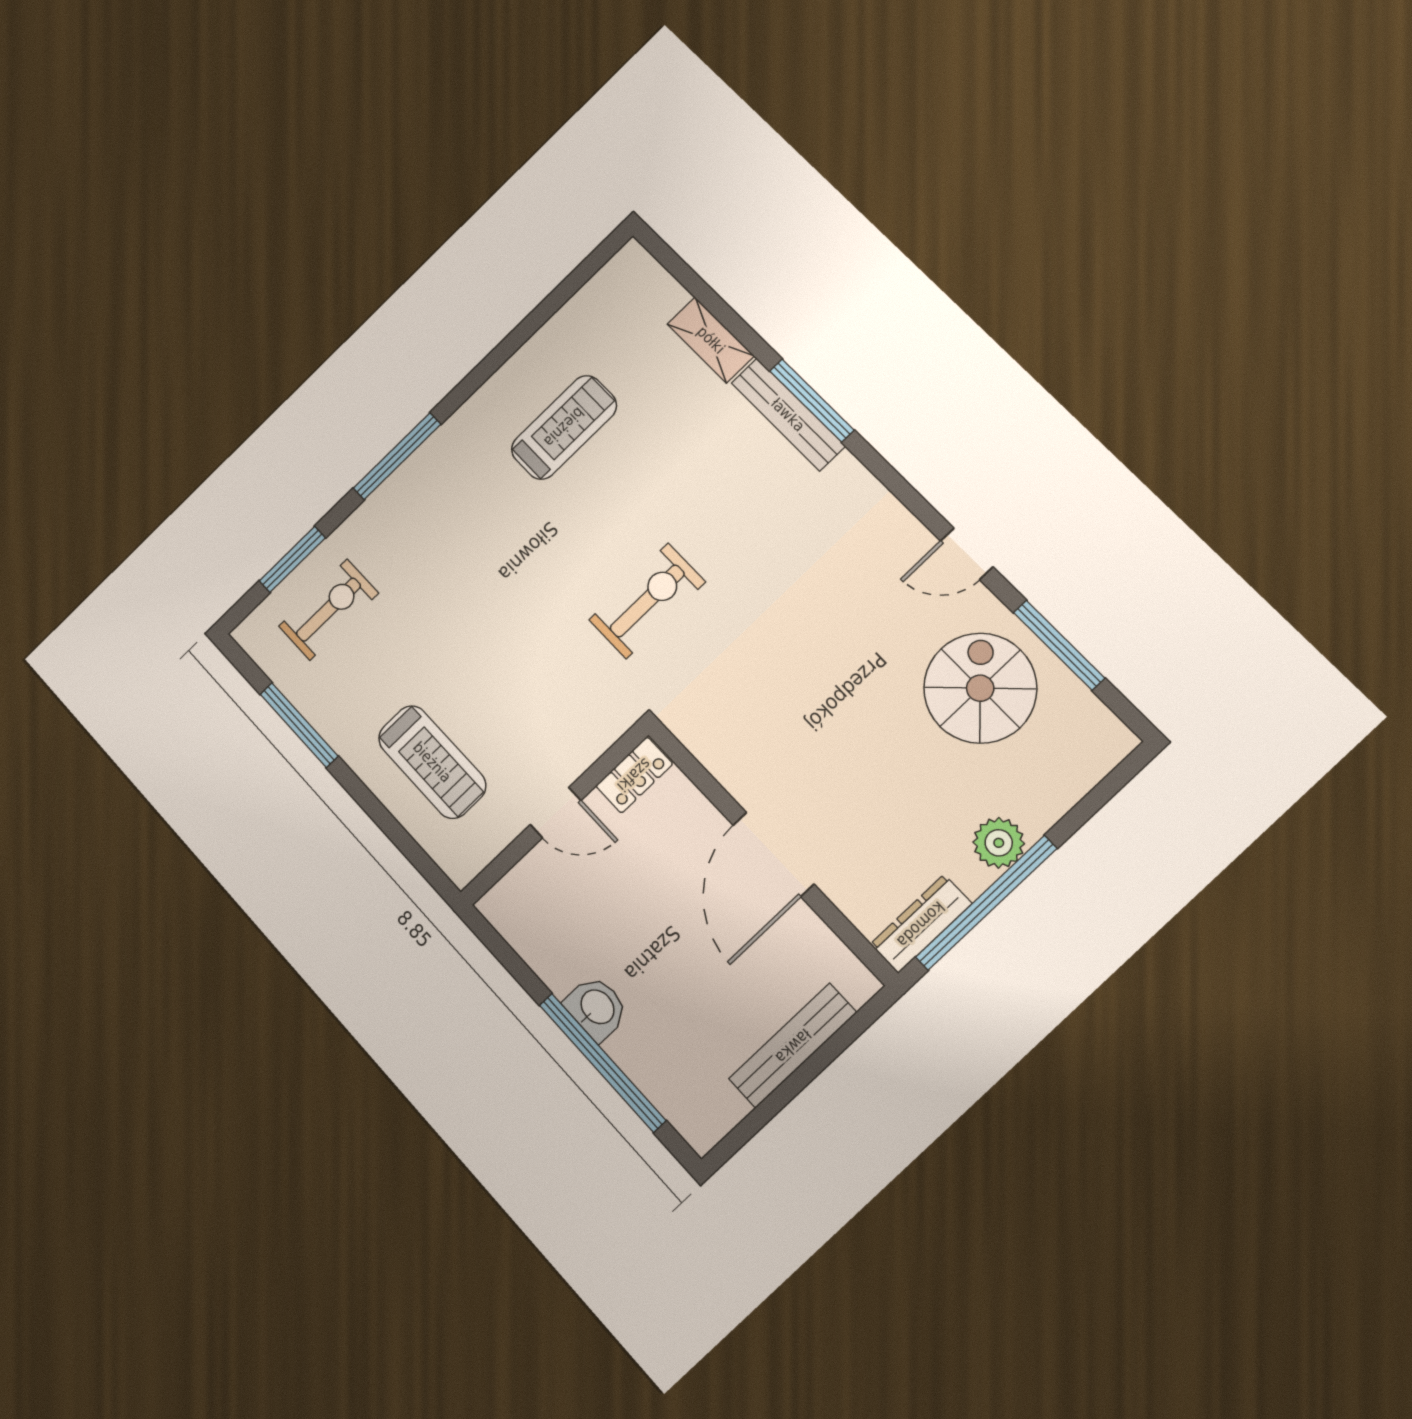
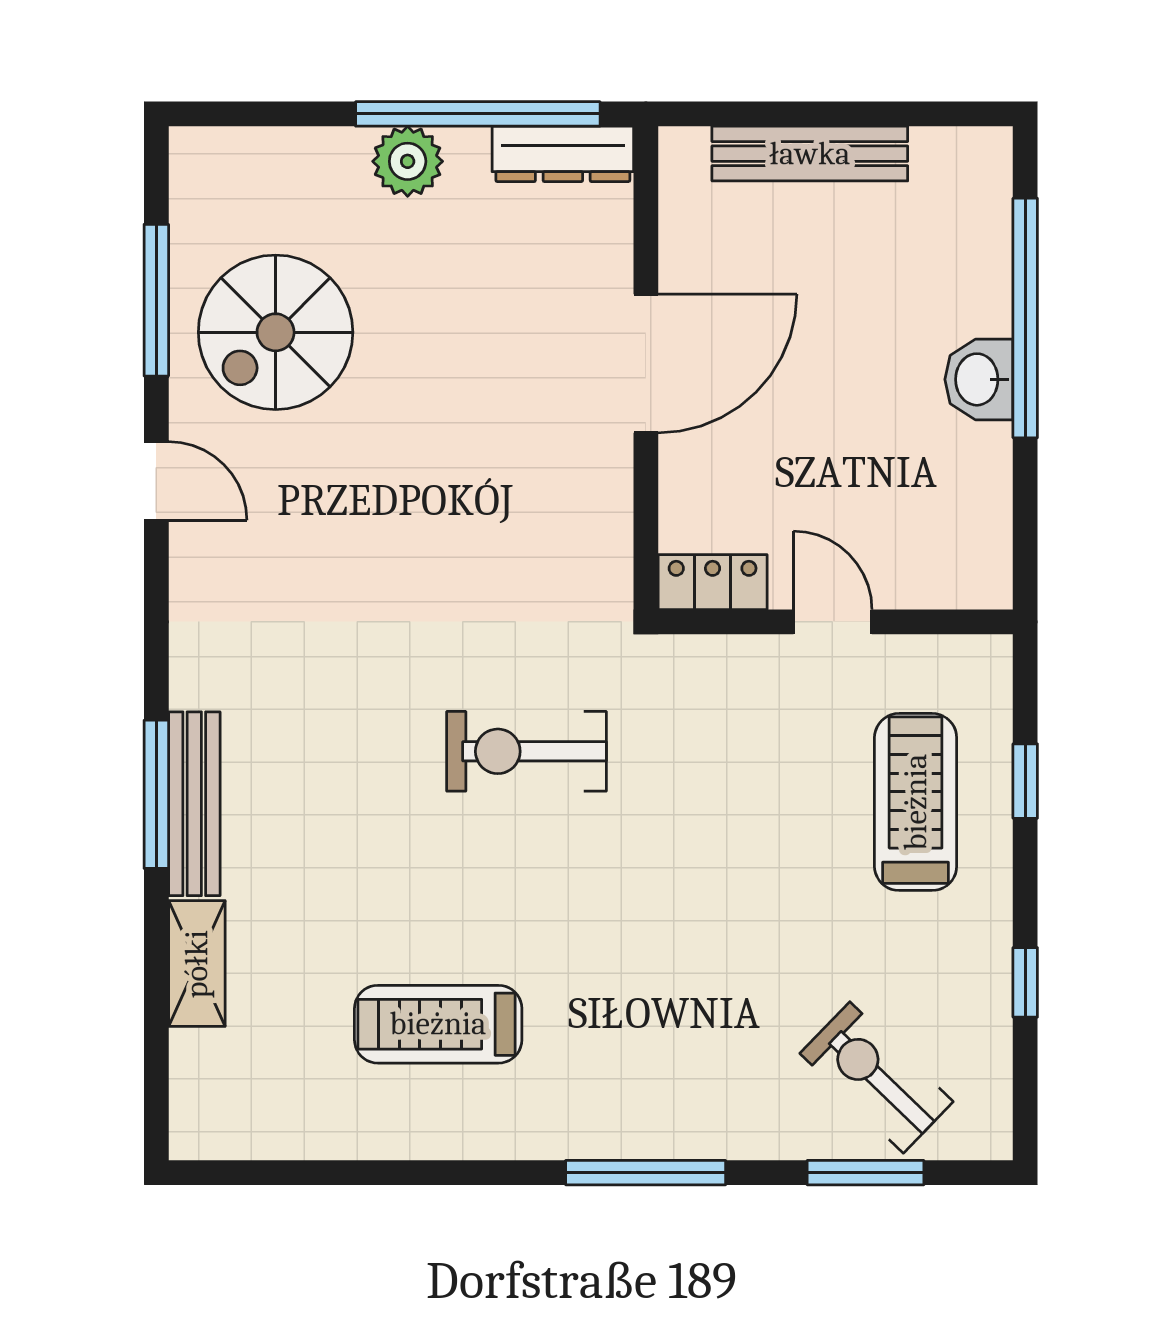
exercise bike: (328, 610) -> (877, 1077), turned 44
window: (299, 725) -> (1025, 982), width x0.46
window: (388, 824) -> (1025, 781), added

